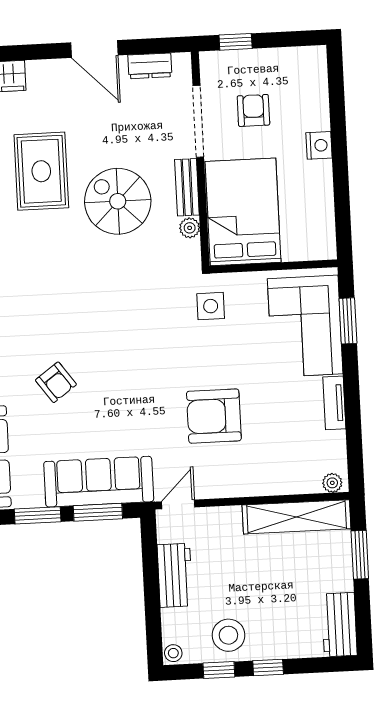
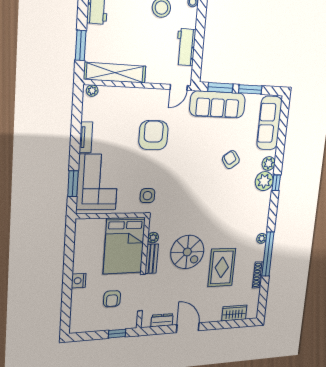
armchair: (214, 416) -> (153, 135), turned -90

